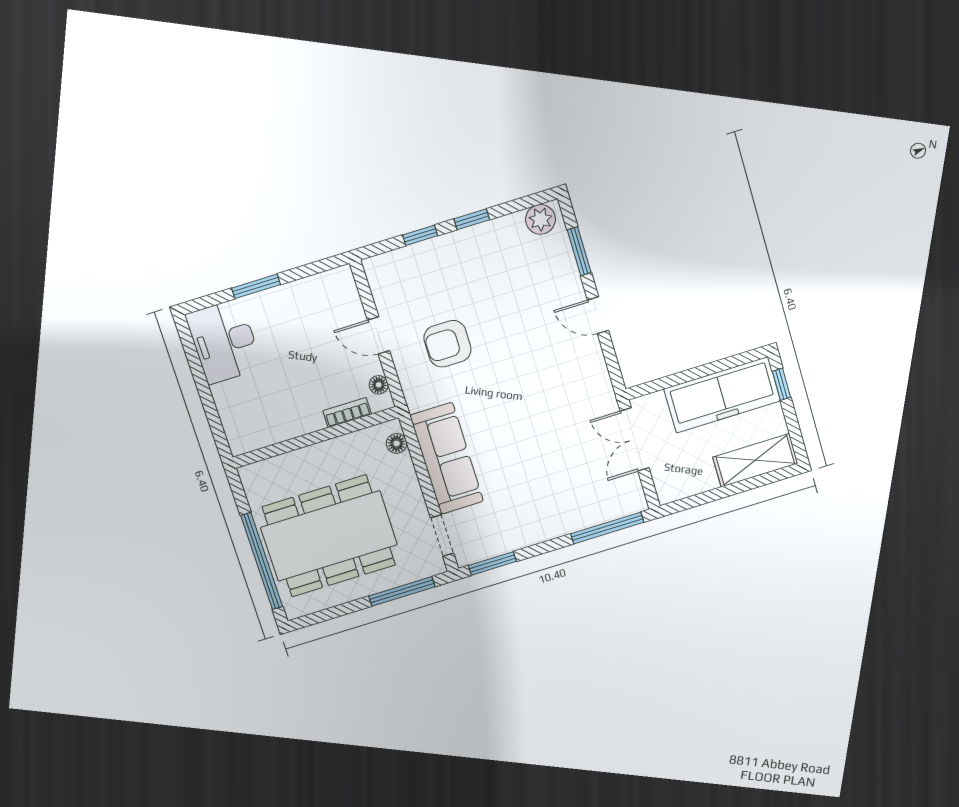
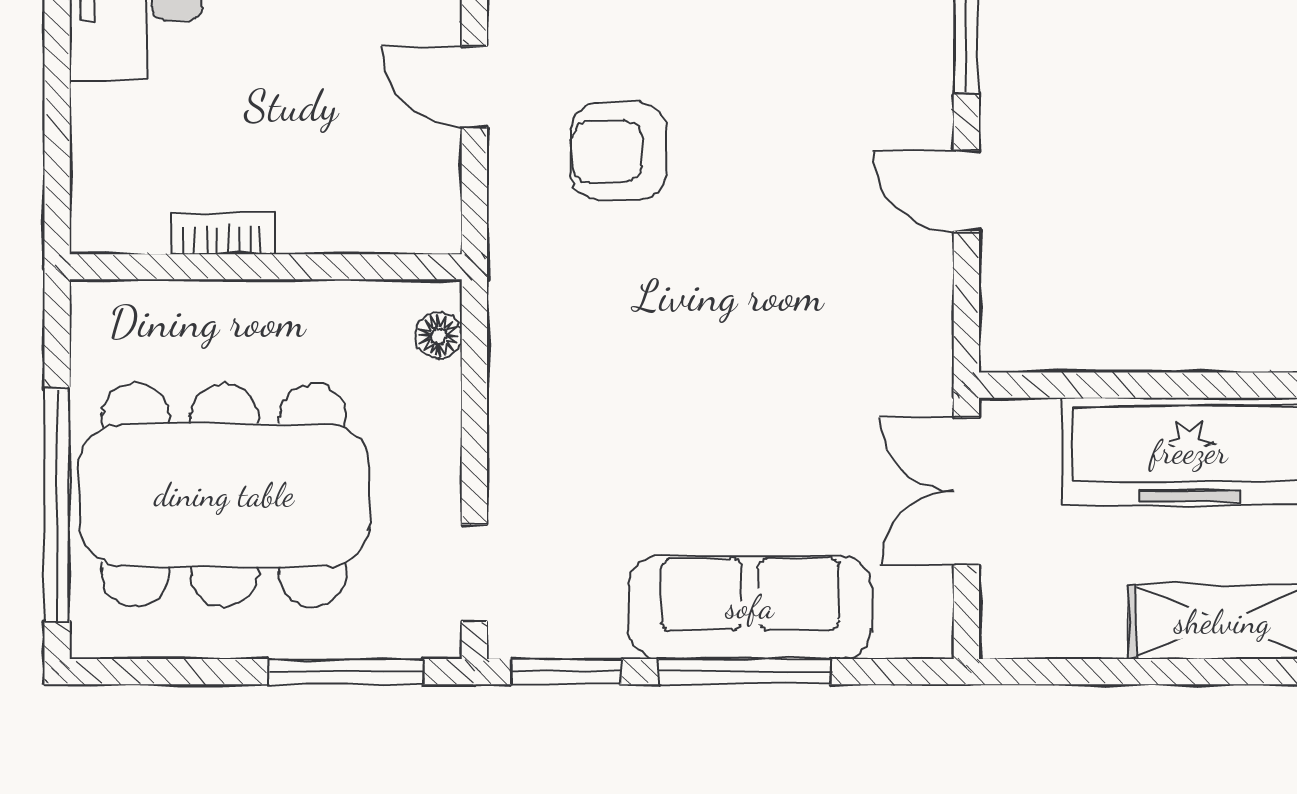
floor lamp: (379, 385) -> (441, 194), removed
bookcase: (347, 413) -> (222, 234), moved
sofa: (447, 458) -> (750, 607), moved, turned -90
window: (607, 528) -> (745, 672), moved

